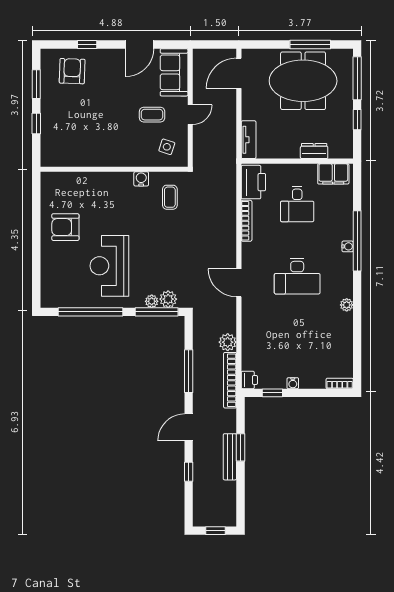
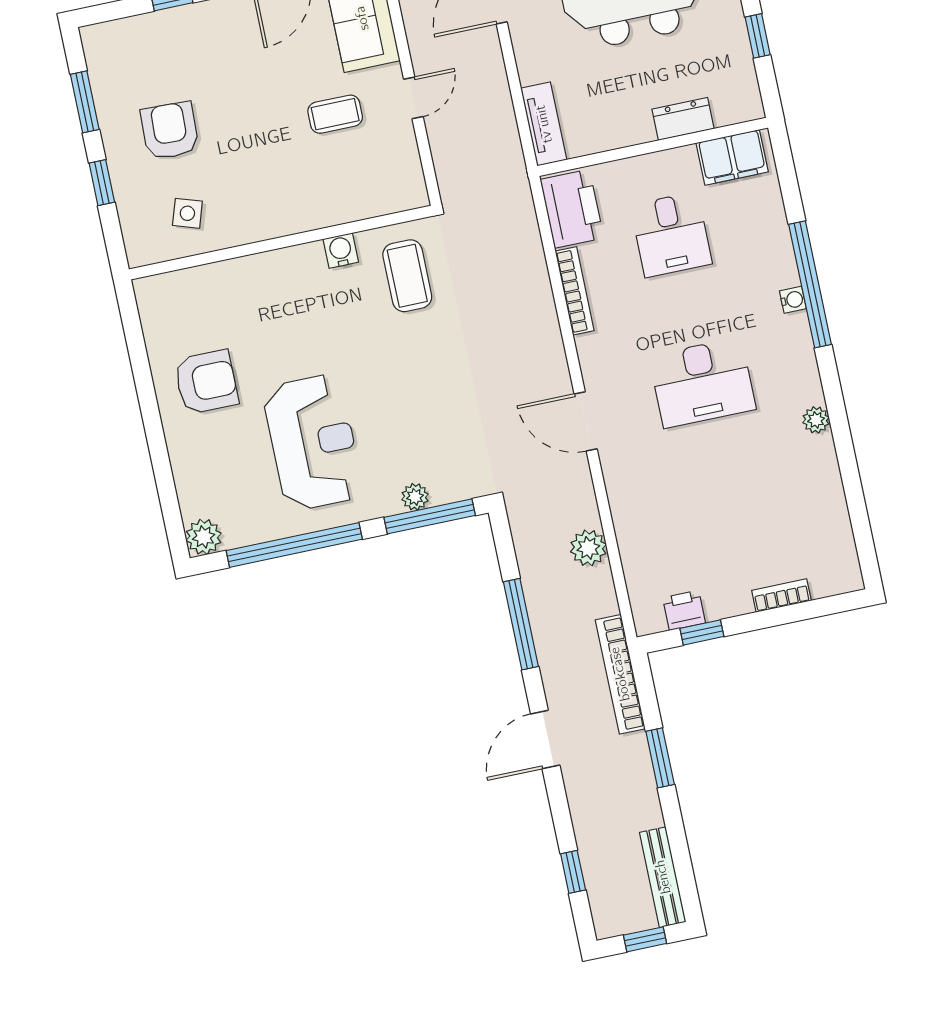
armchair: (72, 71) -> (170, 131), moved
side table: (167, 147) -> (187, 213), moved
coffee table: (170, 197) -> (407, 276), width x1.36, depth x1.30
armchair: (65, 227) -> (206, 382), turned 180
reception desk: (109, 266) -> (313, 442), turned 180
plant: (168, 299) -> (204, 537), moved
bookcase: (230, 380) -> (620, 674), moved
printer: (249, 380) -> (684, 610), moved, turned -90
water cooler: (293, 383) -> (740, 604), removed
bookcase: (340, 383) -> (781, 596), moved
bench: (230, 457) -> (663, 877), moved
window: (189, 472) -> (573, 872), moved

